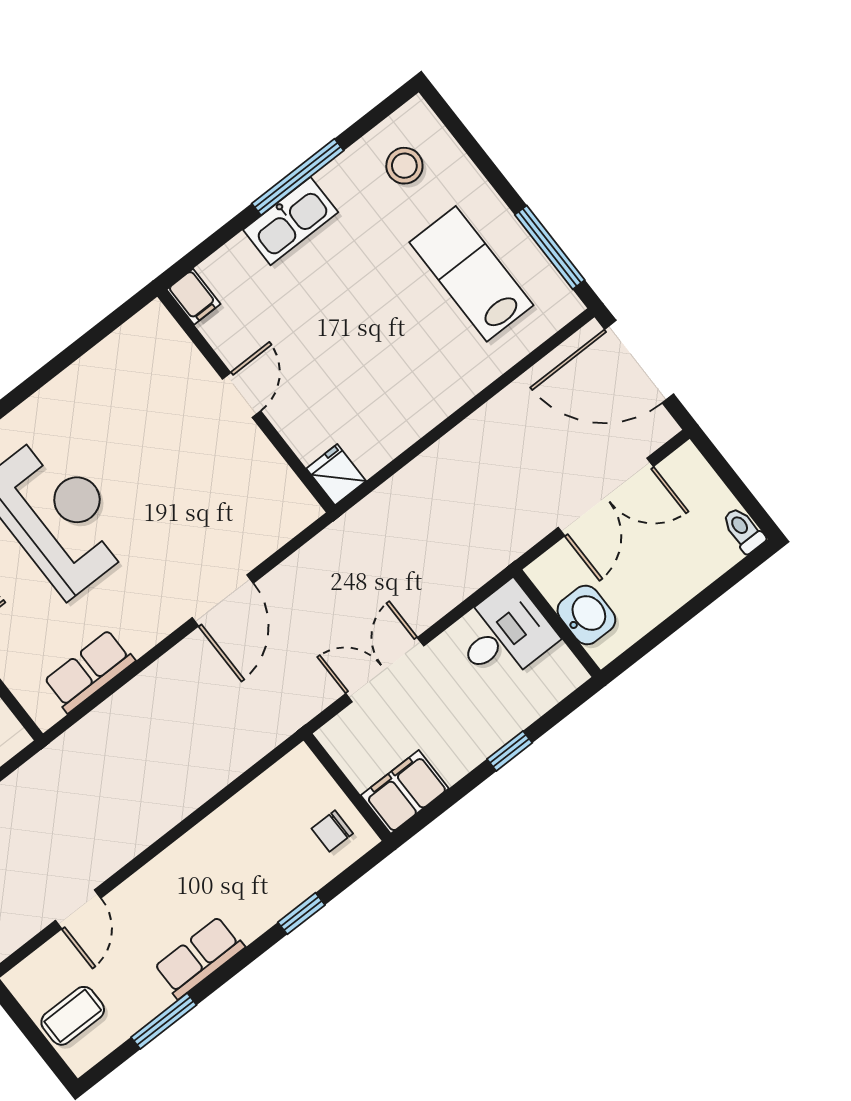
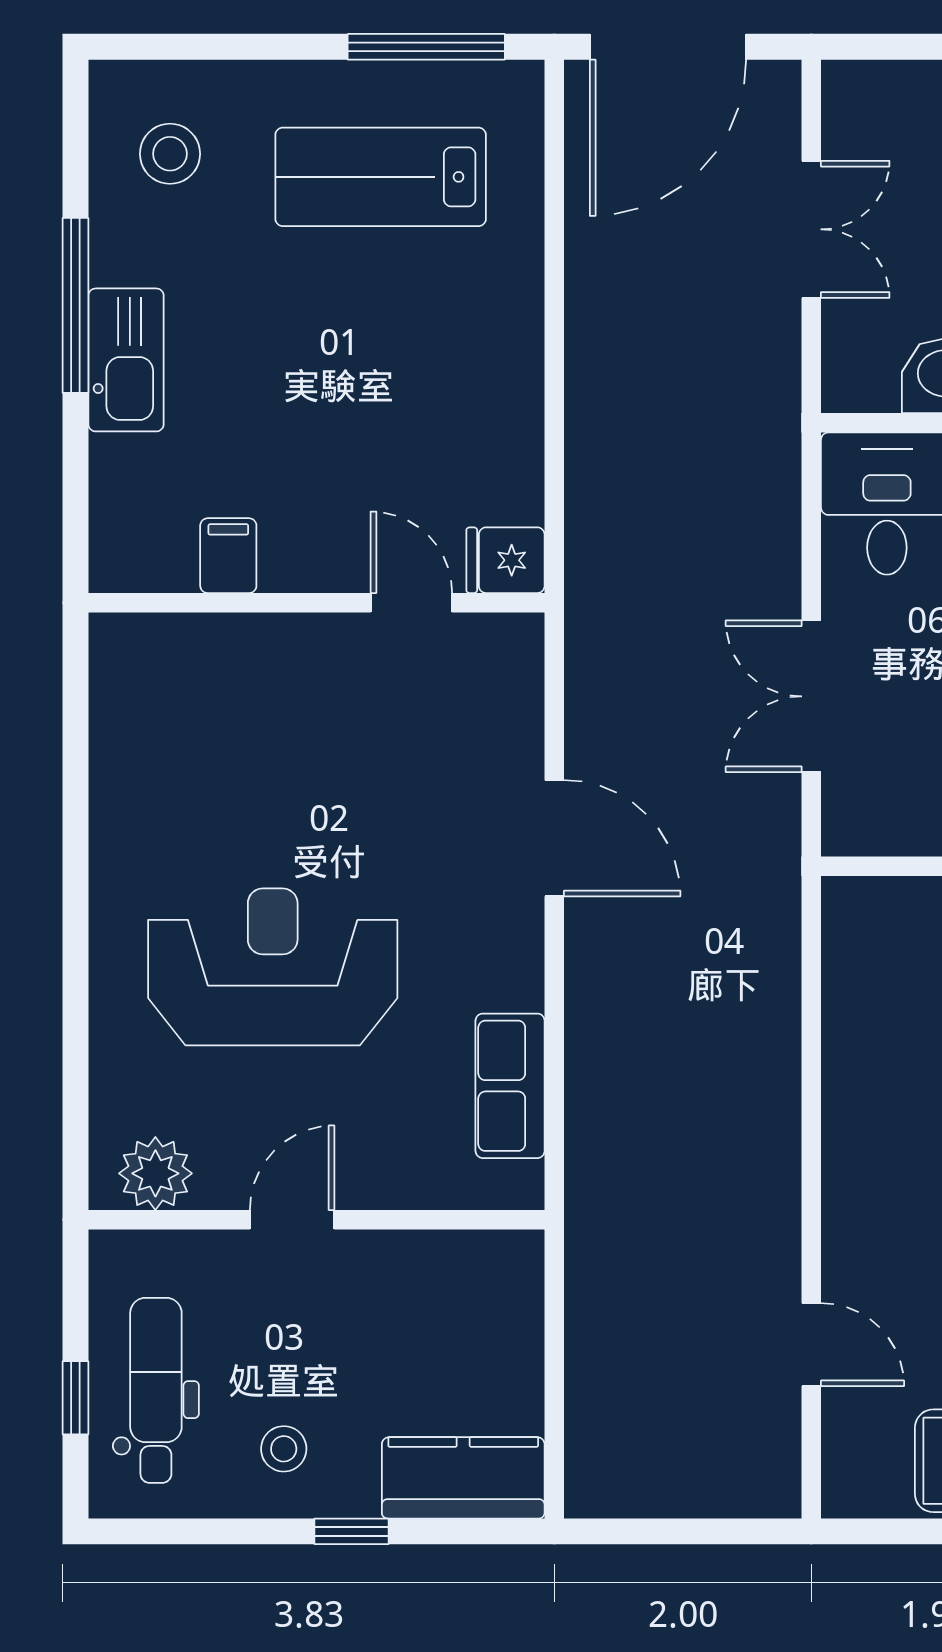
filing cabinet: (193, 297) -> (228, 556), moved, turned -90
door: (241, 395) -> (411, 603), moved
double door: (606, 497) -> (811, 229), width x0.73

